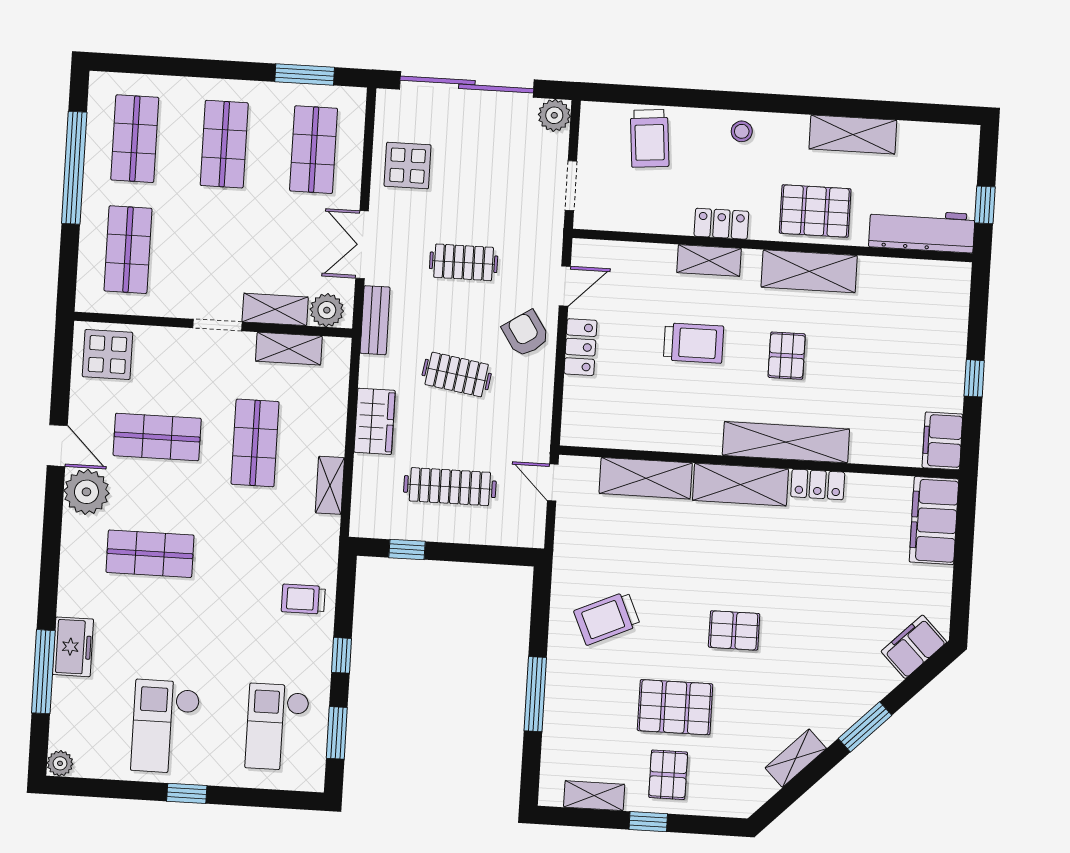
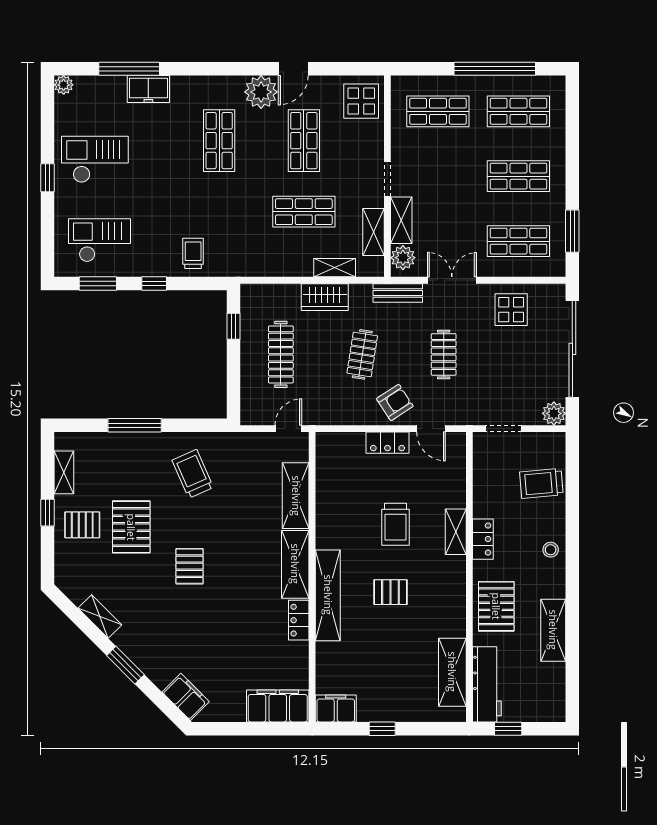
shelving: (809, 271) -> (452, 672), moved
shelving: (330, 485) -> (335, 268), moved

